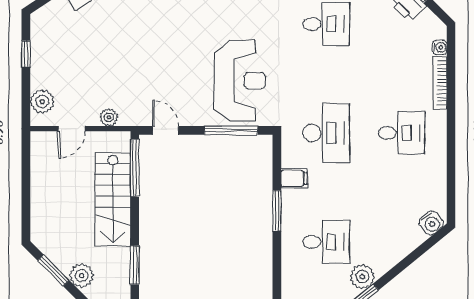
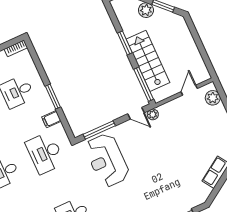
plant: (109, 117) -> (153, 114), moved
window: (135, 265) -> (125, 43), moved

